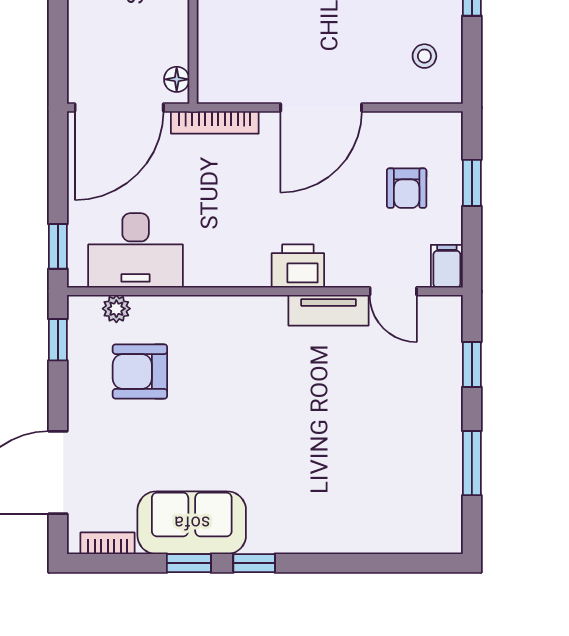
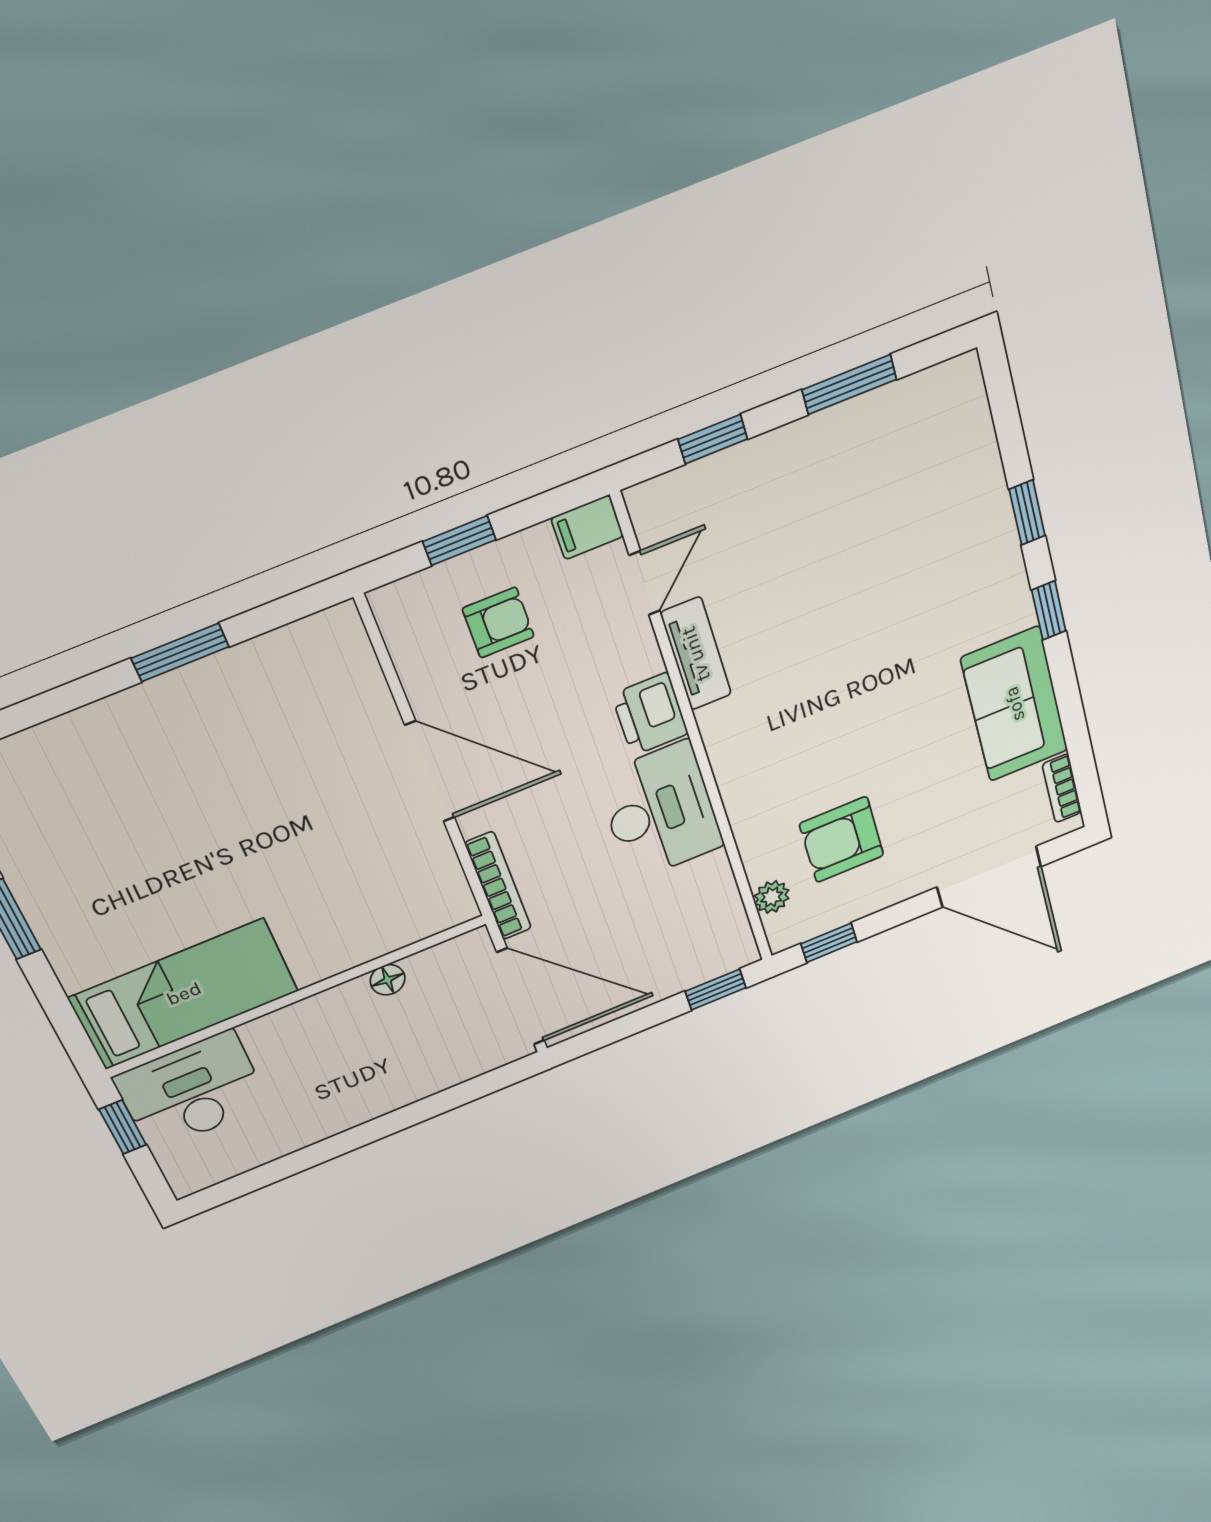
stool: (424, 56) -> (307, 673), removed
floor lamp: (177, 79) -> (388, 980), moved
desk: (136, 250) -> (660, 811), moved
armchair: (140, 371) -> (842, 840), turned 90
window: (189, 563) -> (1027, 513), moved

